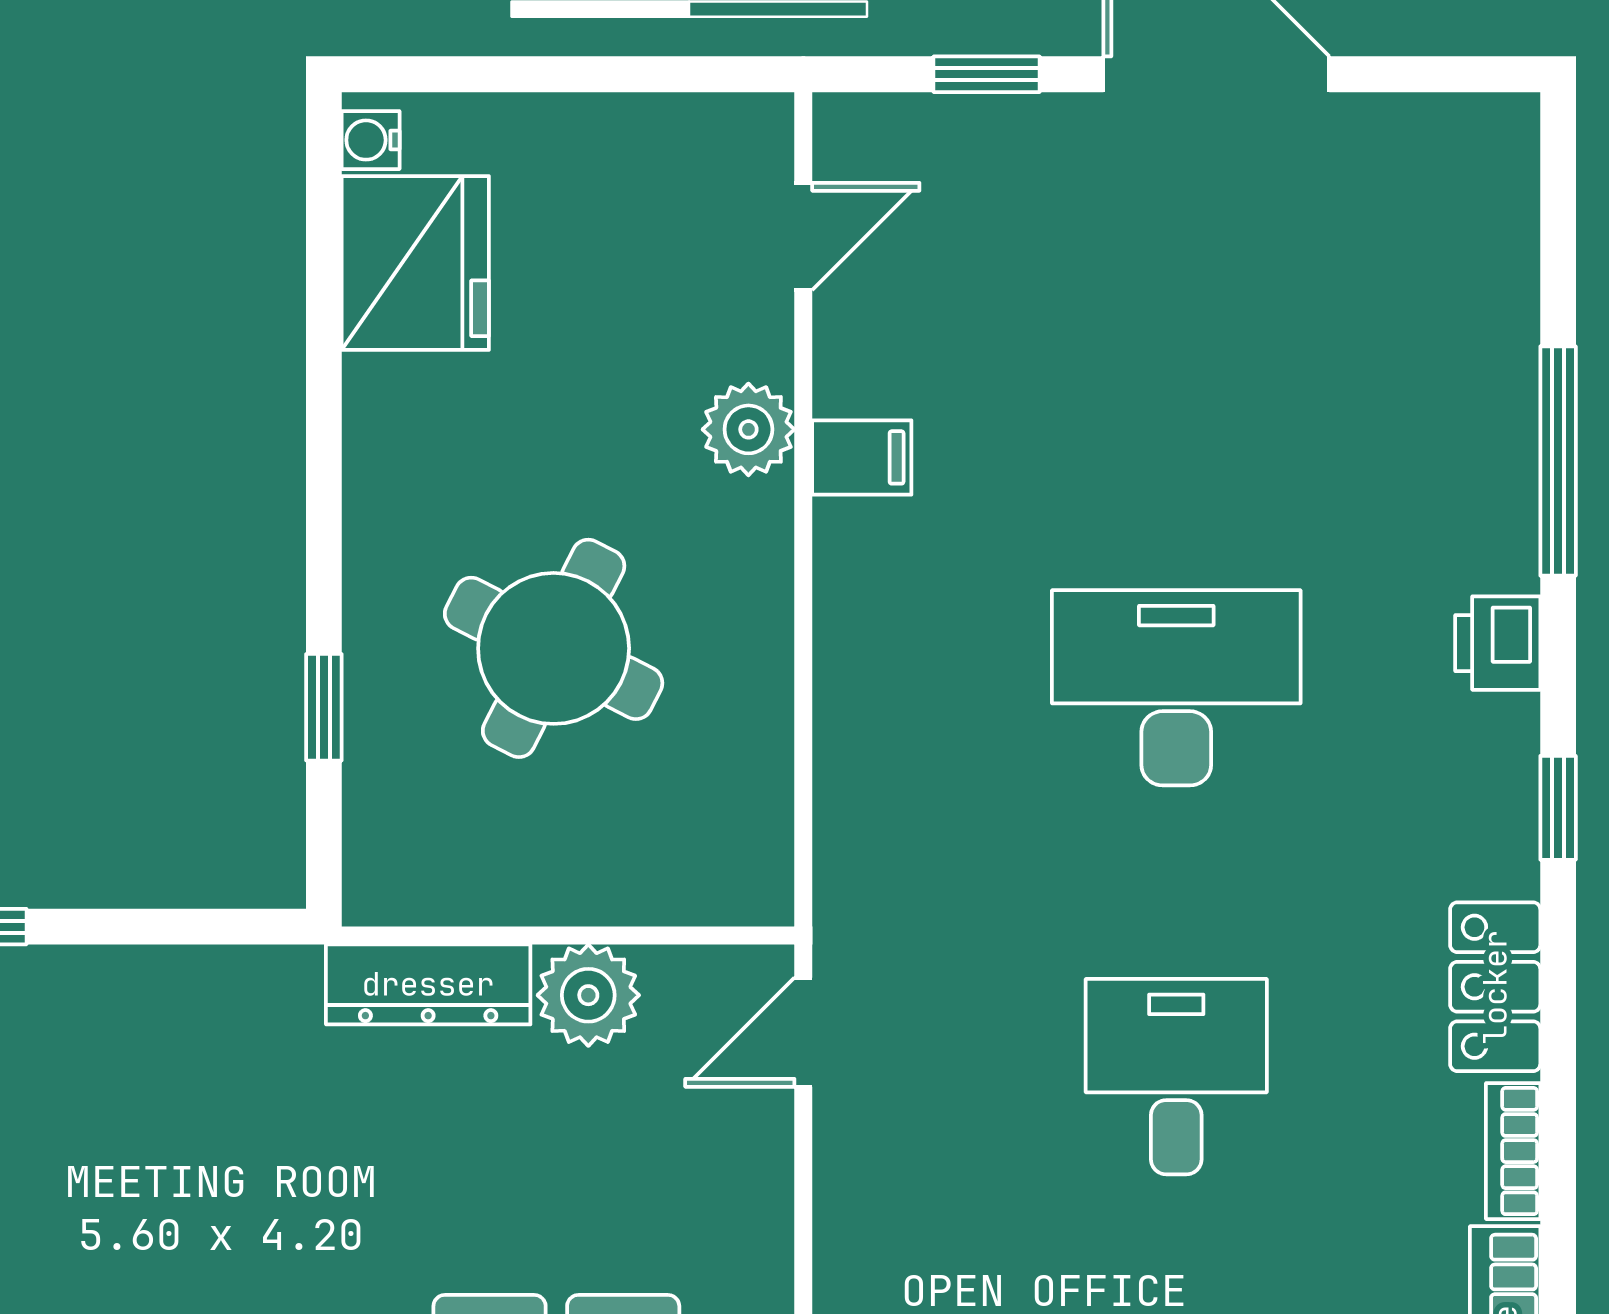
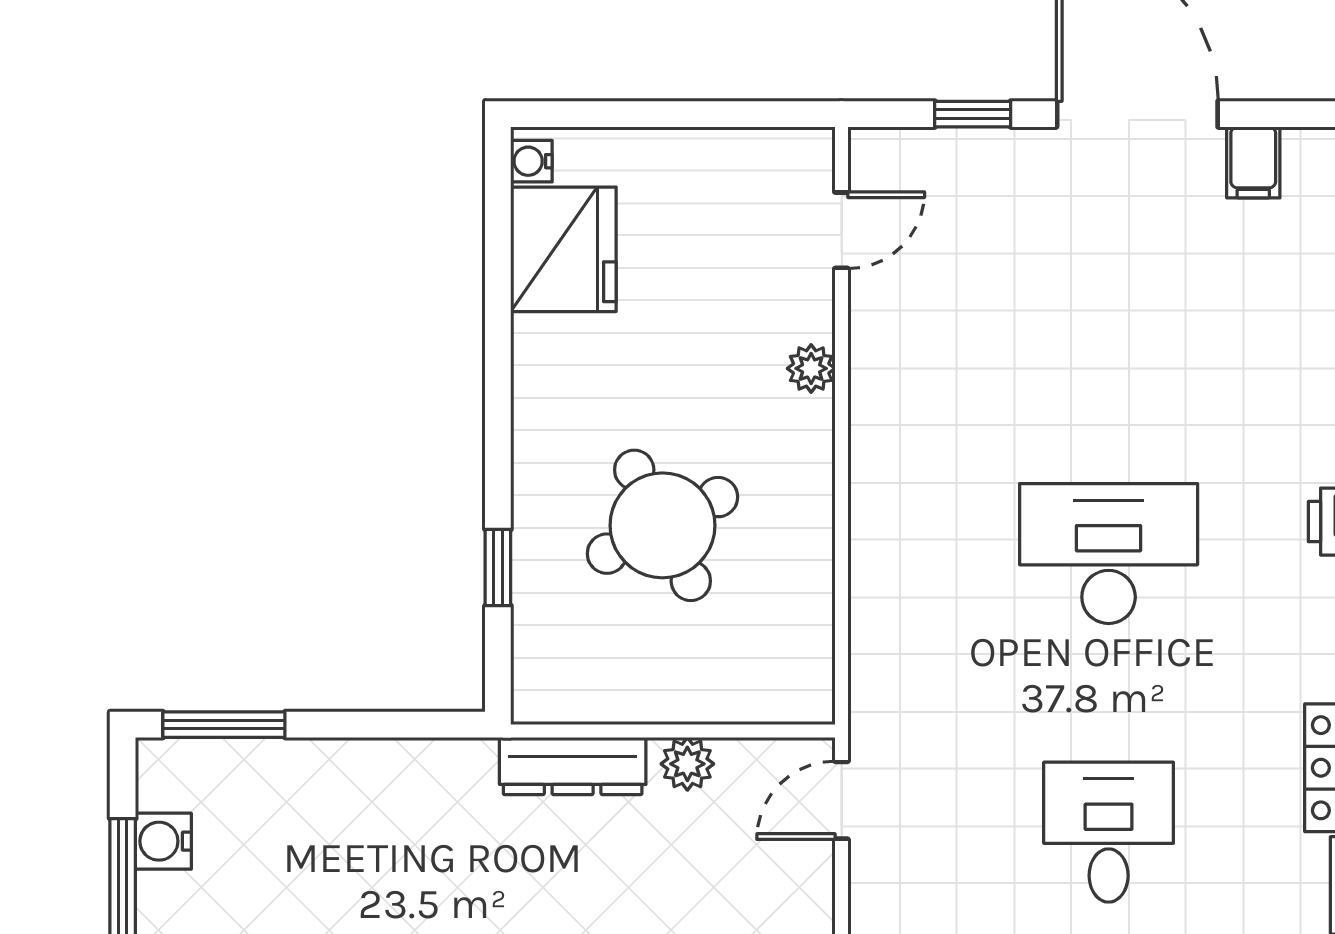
plant: (748, 429) -> (811, 368), width x0.73, depth x0.73
filing cabinet: (862, 457) -> (1253, 162), moved, turned 90
round table: (554, 648) -> (662, 525), turned 36
plant: (588, 995) -> (687, 764), width x0.73, depth x0.73

